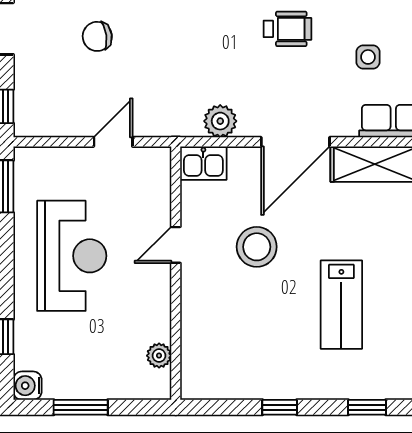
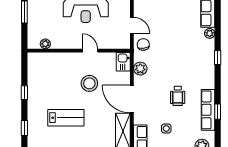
chair: (97, 36) -> (143, 44), moved
lab bench: (341, 305) -> (66, 118), turned 180

